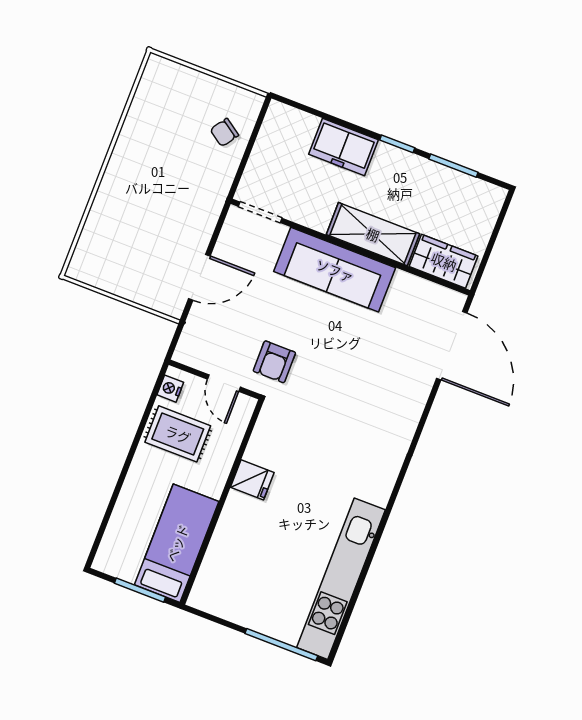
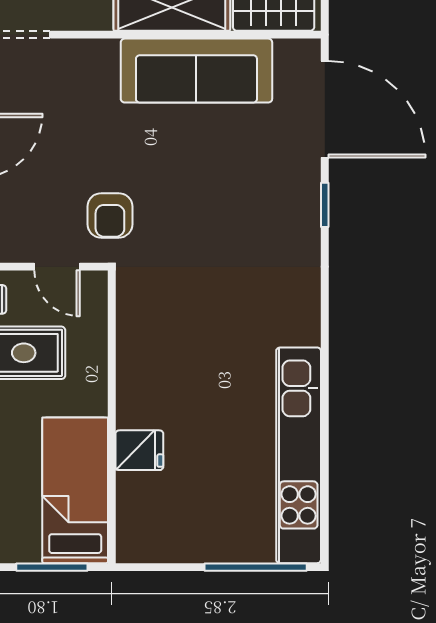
sofa: (335, 270) -> (196, 71), moved
window: (426, 412) -> (325, 205), added
fridge: (252, 480) -> (139, 450), moved

